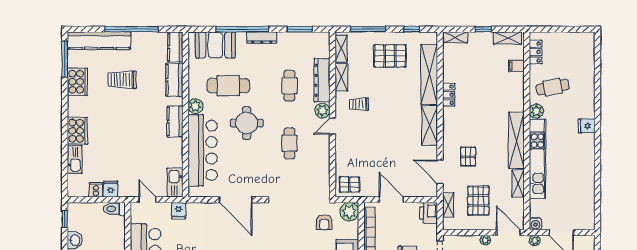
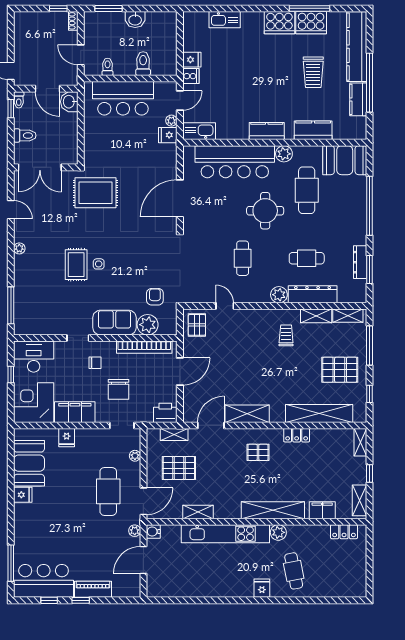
dresser: (262, 38) -> (360, 262), moved
booth: (215, 45) -> (345, 160), moved, turned 90
kitchen counter: (175, 47) -> (358, 99), moved, turned -90
pallet: (390, 56) -> (340, 370), turned 90
window: (65, 59) -> (309, 8), moved
filing cabinet: (516, 66) -> (322, 510), width x2.00
trolley: (122, 80) -> (313, 72), turned 180
cafe table: (553, 87) -> (294, 571), moved
shelving: (429, 125) -> (247, 414), moved
door: (332, 126) -> (225, 306), moved
cooker: (77, 131) -> (279, 23), moved
shelving: (516, 140) -> (273, 510), moved
cafe table: (289, 143) -> (243, 258), turned 90
pallet: (468, 156) -> (258, 452), moved
cooker: (96, 190) -> (191, 76), moved
plant: (166, 207) -> (171, 121), added
toilet: (114, 209) -> (143, 64), moved
plant: (349, 212) -> (148, 325), moved
window: (65, 219) -> (158, 8), removed
armchair: (324, 222) -> (155, 297), turned 90
plant: (485, 240) -> (135, 456), moved

